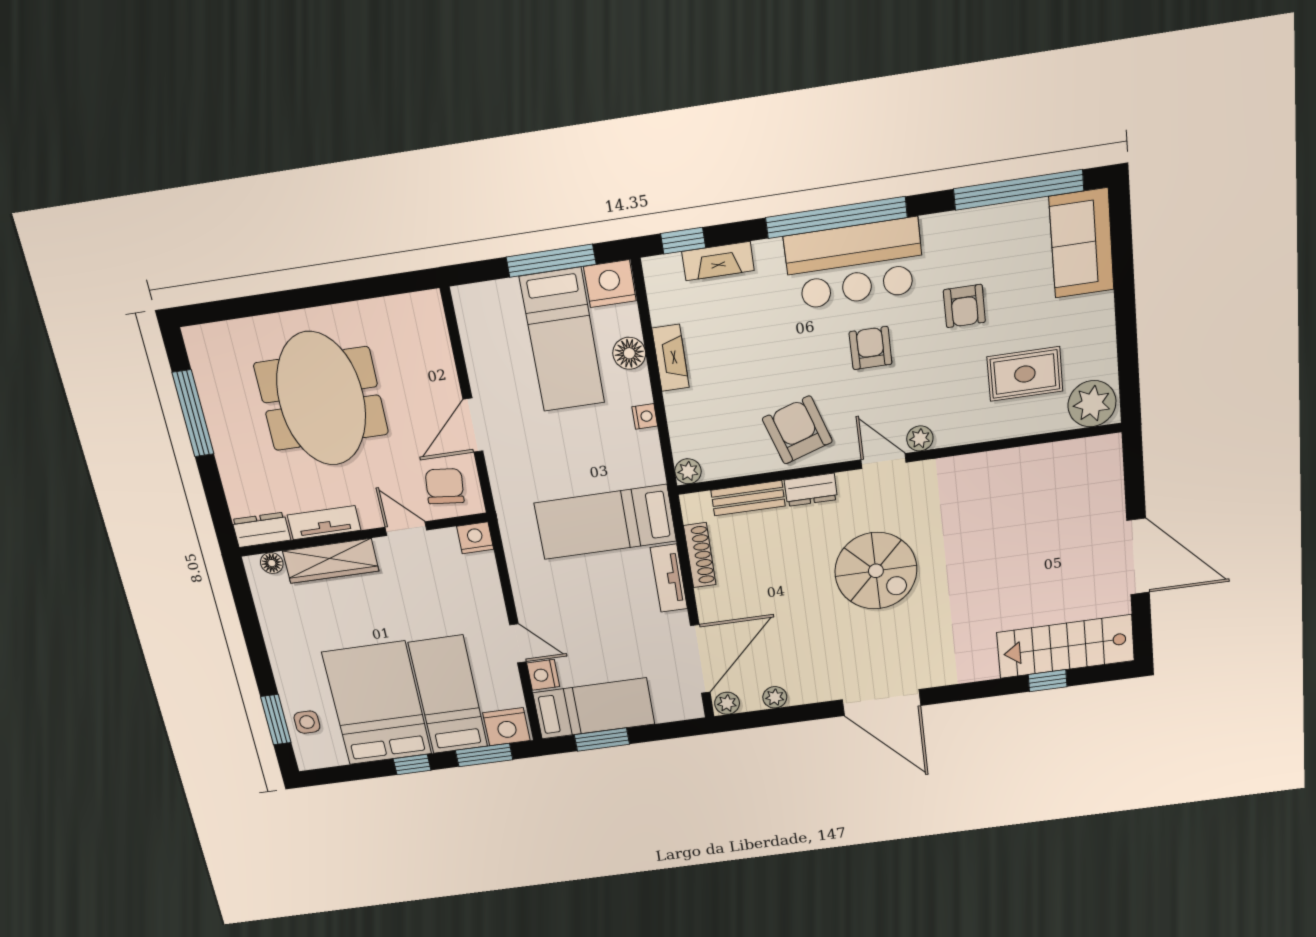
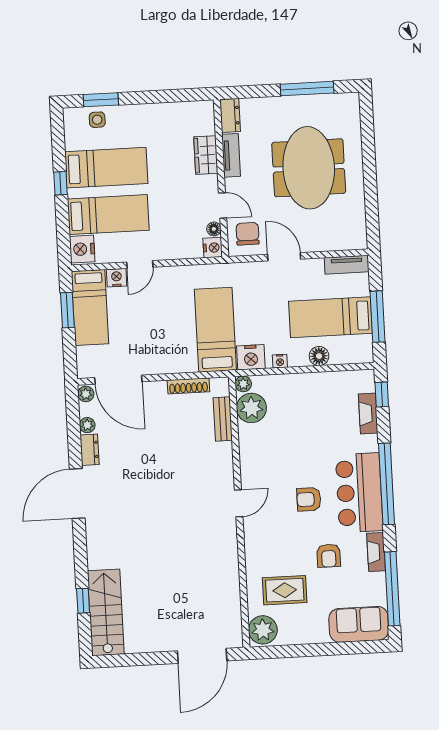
nightstand: (610, 284) -> (251, 357), moved, turned 90
armchair: (964, 306) -> (329, 556), turned -90
armchair: (871, 348) -> (309, 499), turned 180
fireplace: (671, 358) -> (376, 552), moved, turned 90
rug: (1025, 374) -> (285, 590), turned 90
meeting table: (321, 399) -> (309, 168), turned 90
armchair: (797, 430) -> (263, 452), removed
plant: (920, 438) -> (251, 408), moved, width x1.88, depth x1.88
chair: (445, 486) -> (248, 234), turned -96
dresser: (811, 490) -> (90, 450), moved, turned 180
door: (406, 529) -> (223, 205), hinge flipped
door: (1138, 557) -> (202, 656), moved
wardrobe: (331, 561) -> (206, 155), width x0.67
floor lamp: (272, 563) -> (214, 229), moved
spiral stairs: (876, 571) -> (168, 495), removed
tv unit: (669, 578) -> (347, 265), moved, turned 180
bed: (377, 703) -> (106, 168), width x0.67
window: (484, 755) -> (63, 232), removed

